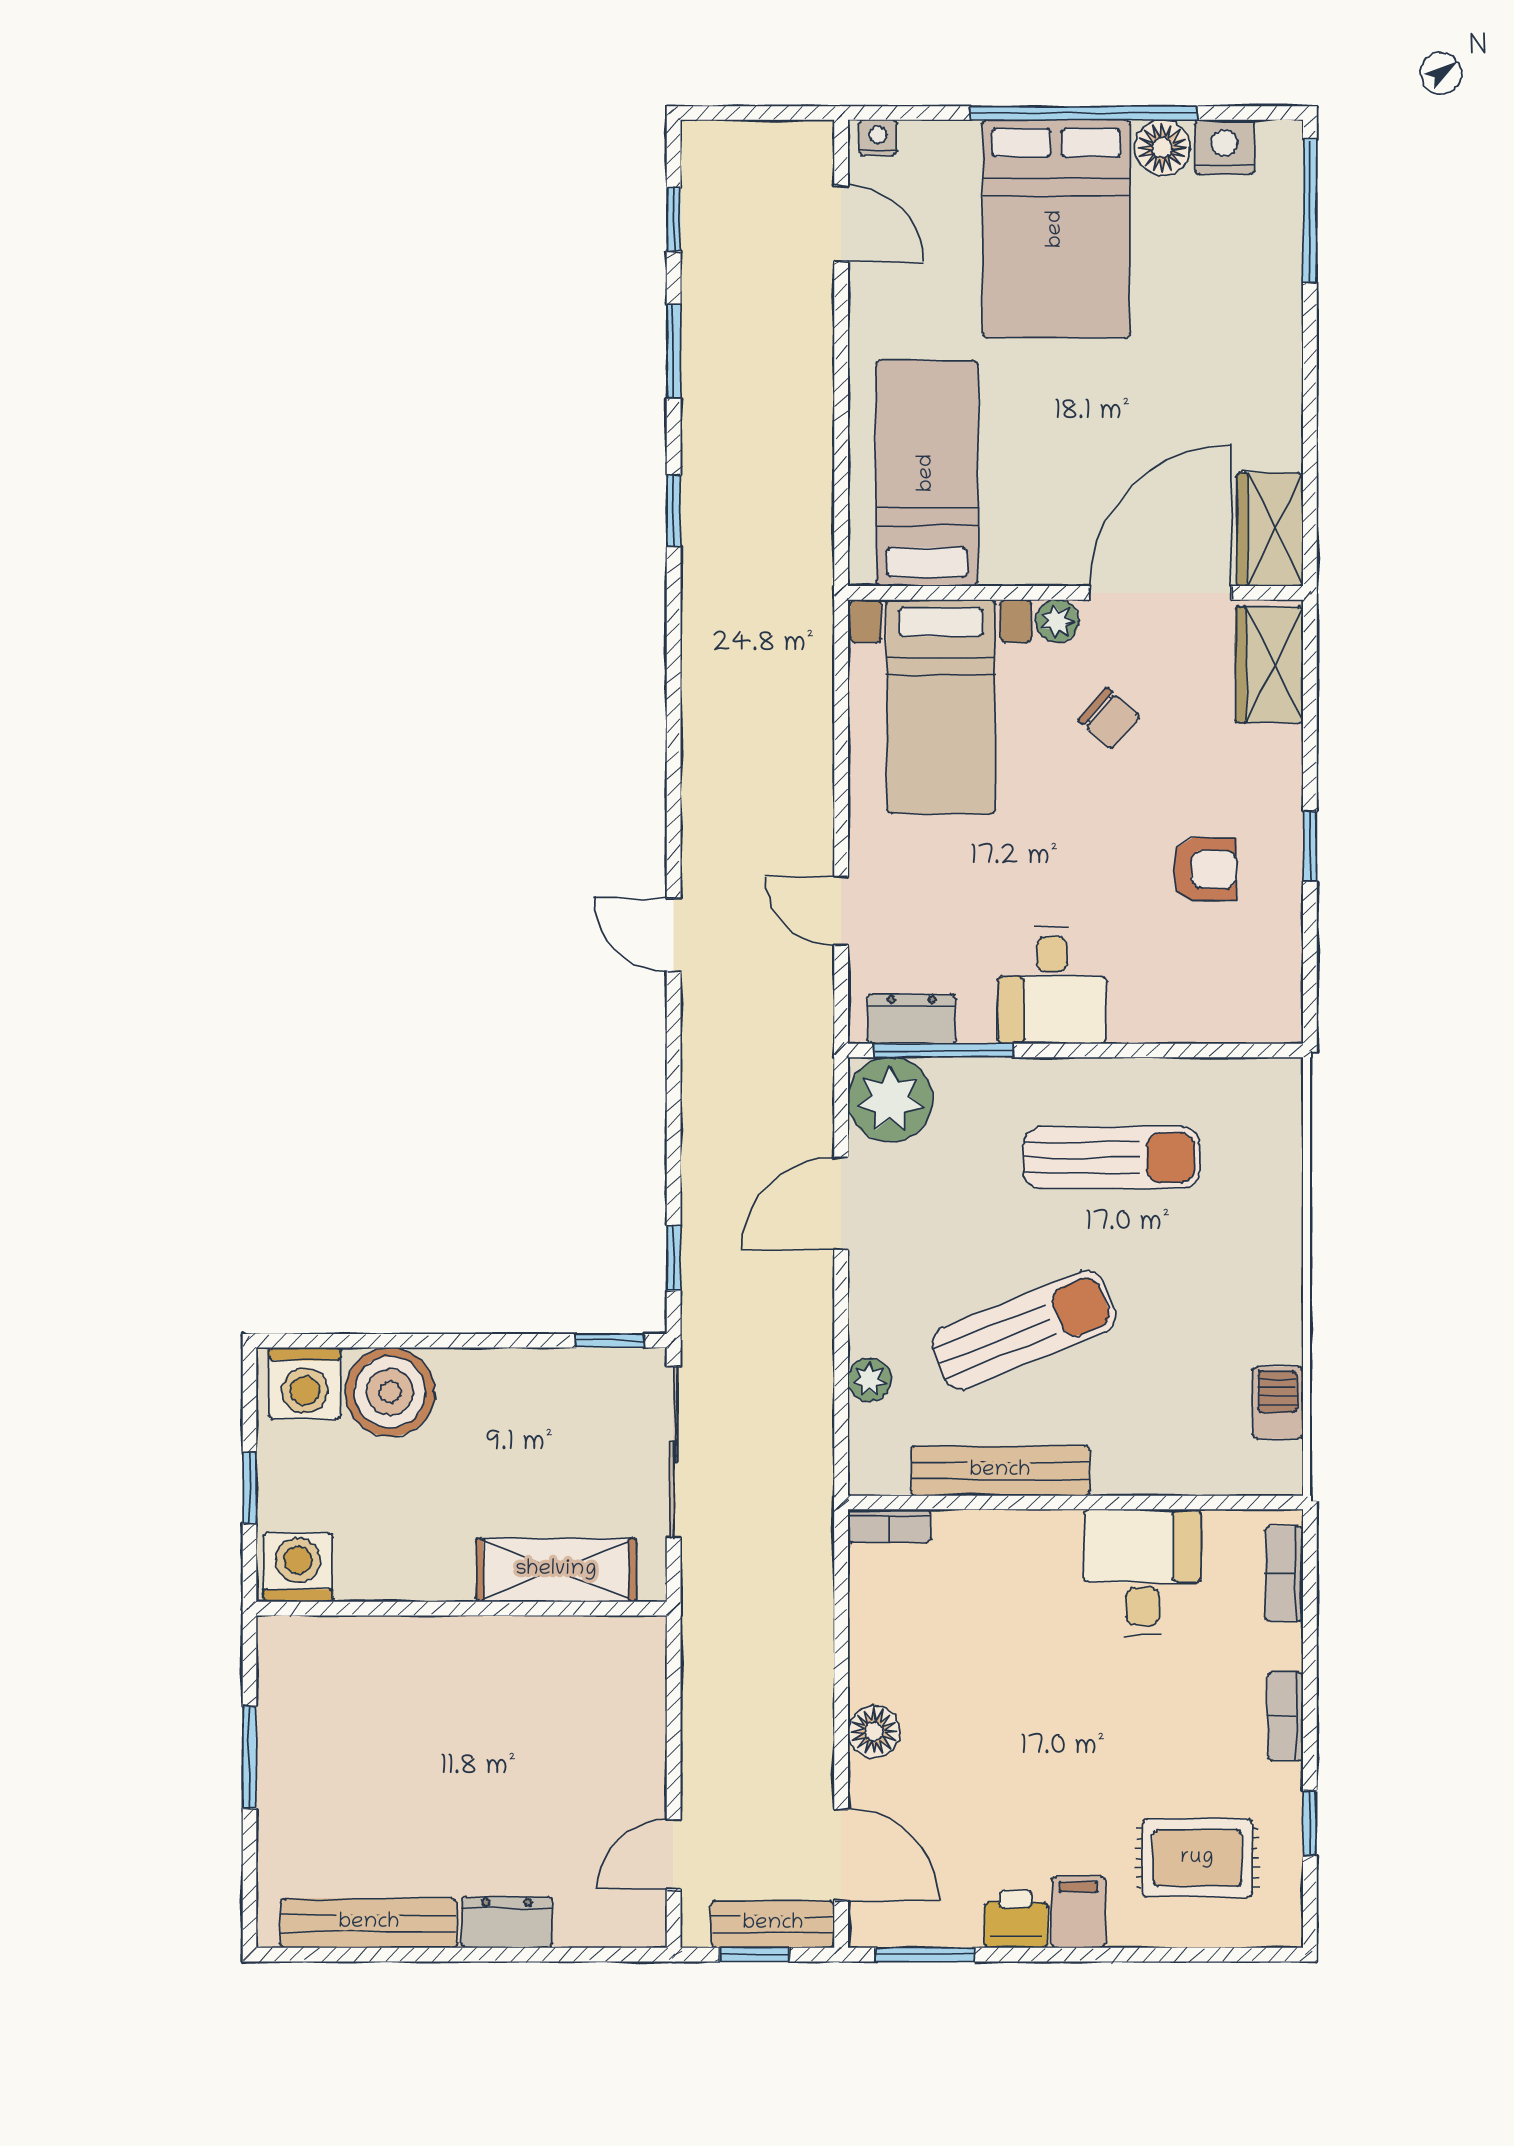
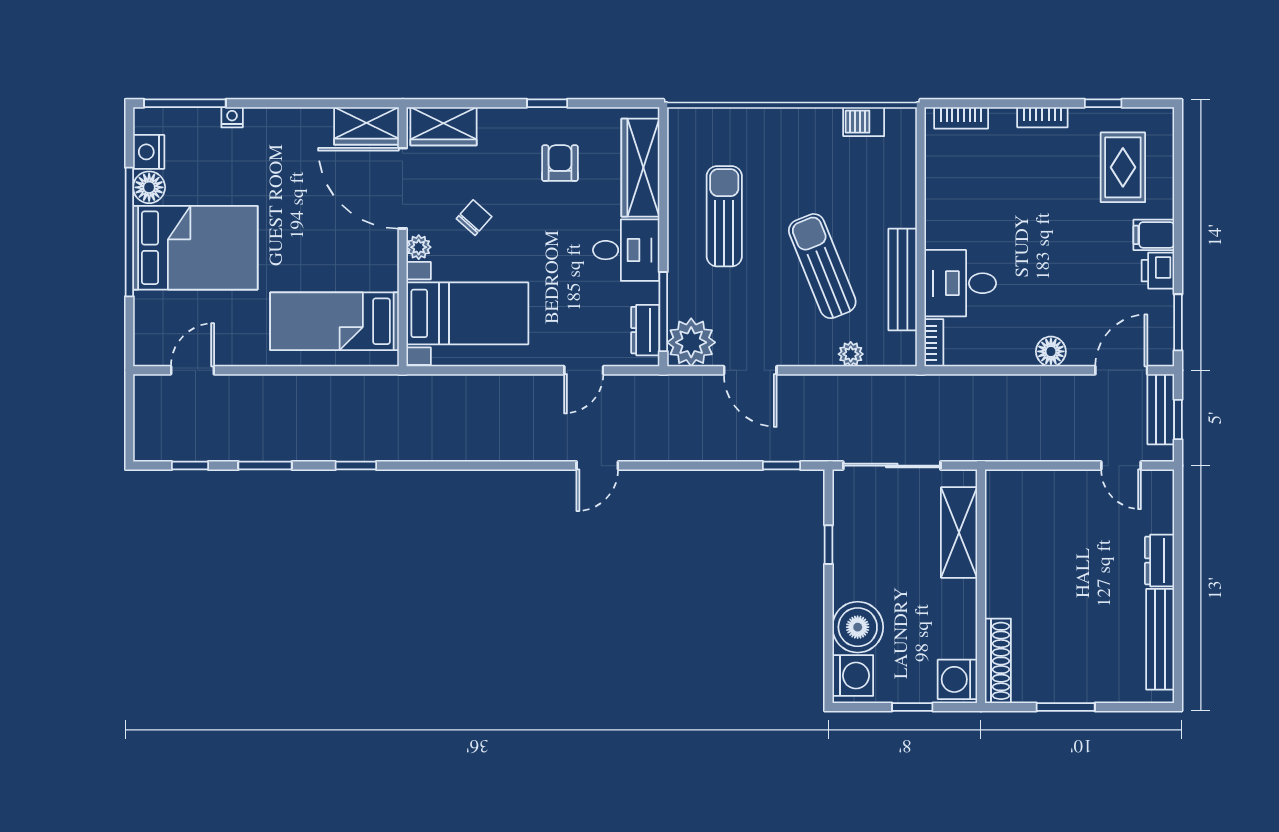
nightstand: (878, 138) -> (232, 117), moved, turned 90
wardrobe: (1197, 1010) -> (640, 168), added
window: (610, 1341) -> (828, 545), moved
desk: (1143, 1572) -> (960, 283), moved
shoe rack: (331, 1638) -> (998, 661), added

